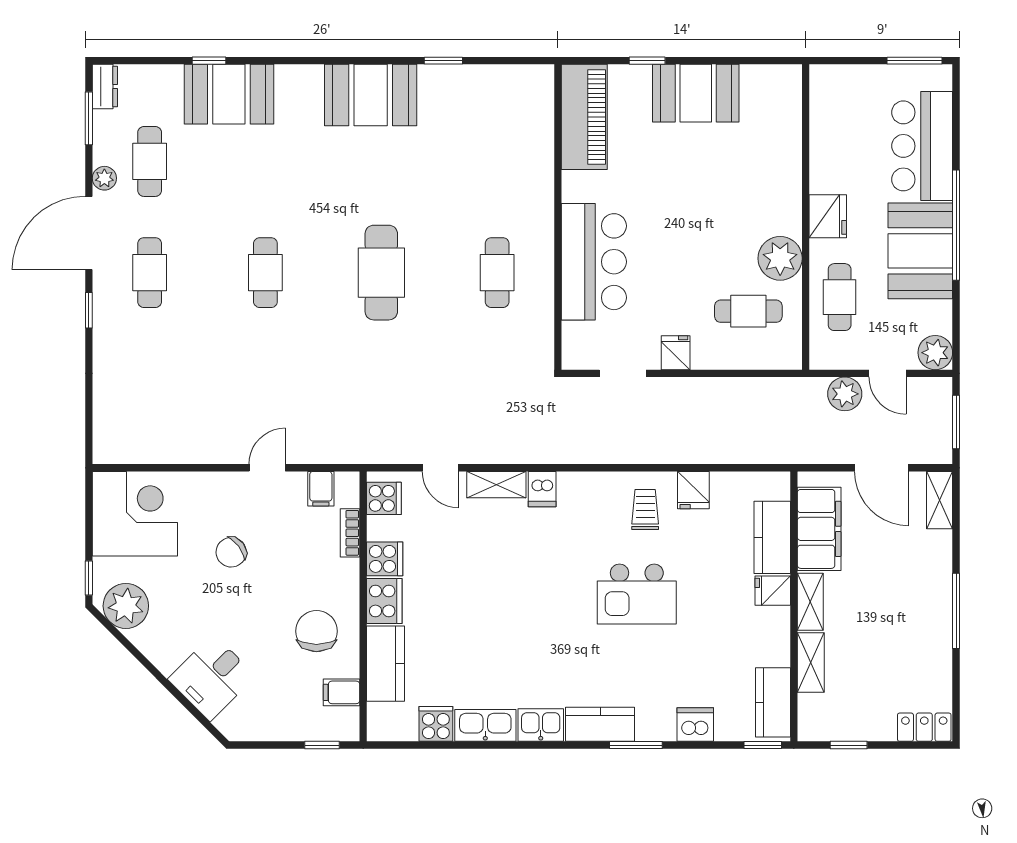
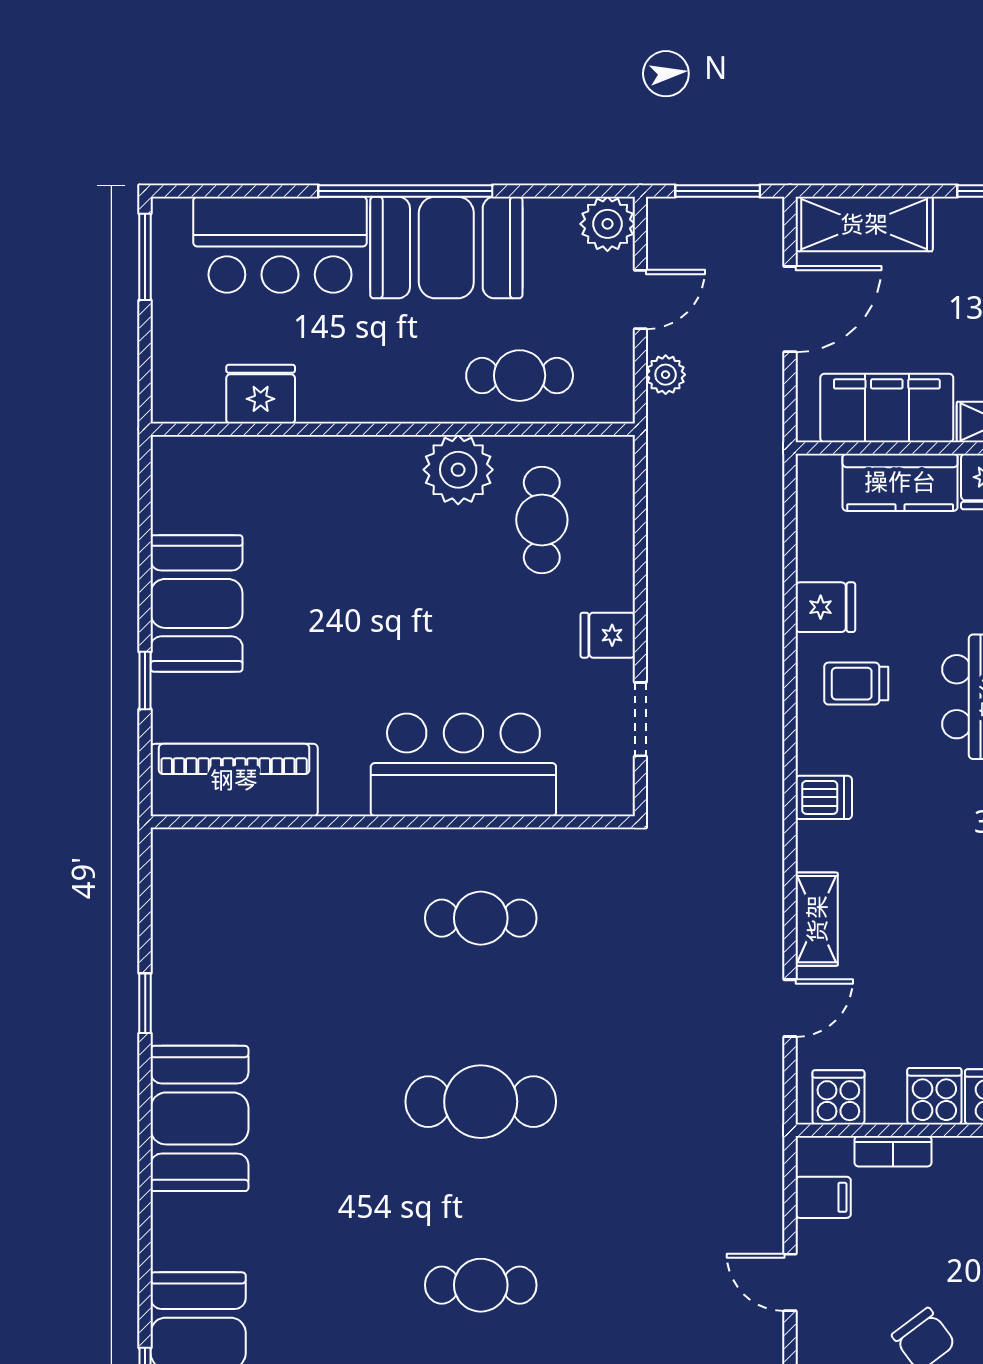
fridge: (828, 216) -> (261, 394), moved
plant: (845, 394) -> (666, 375), width x0.73, depth x0.73
dishwasher: (542, 489) -> (824, 797), moved
shelving: (940, 500) -> (864, 224), width x1.50, depth x1.33

